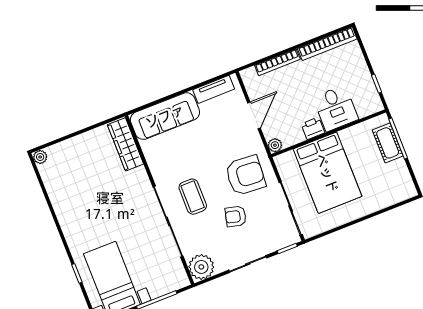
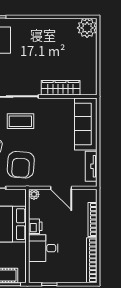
wardrobe: (125, 144) -> (61, 88), moved
plant: (40, 157) -> (87, 28), width x1.87, depth x1.87

